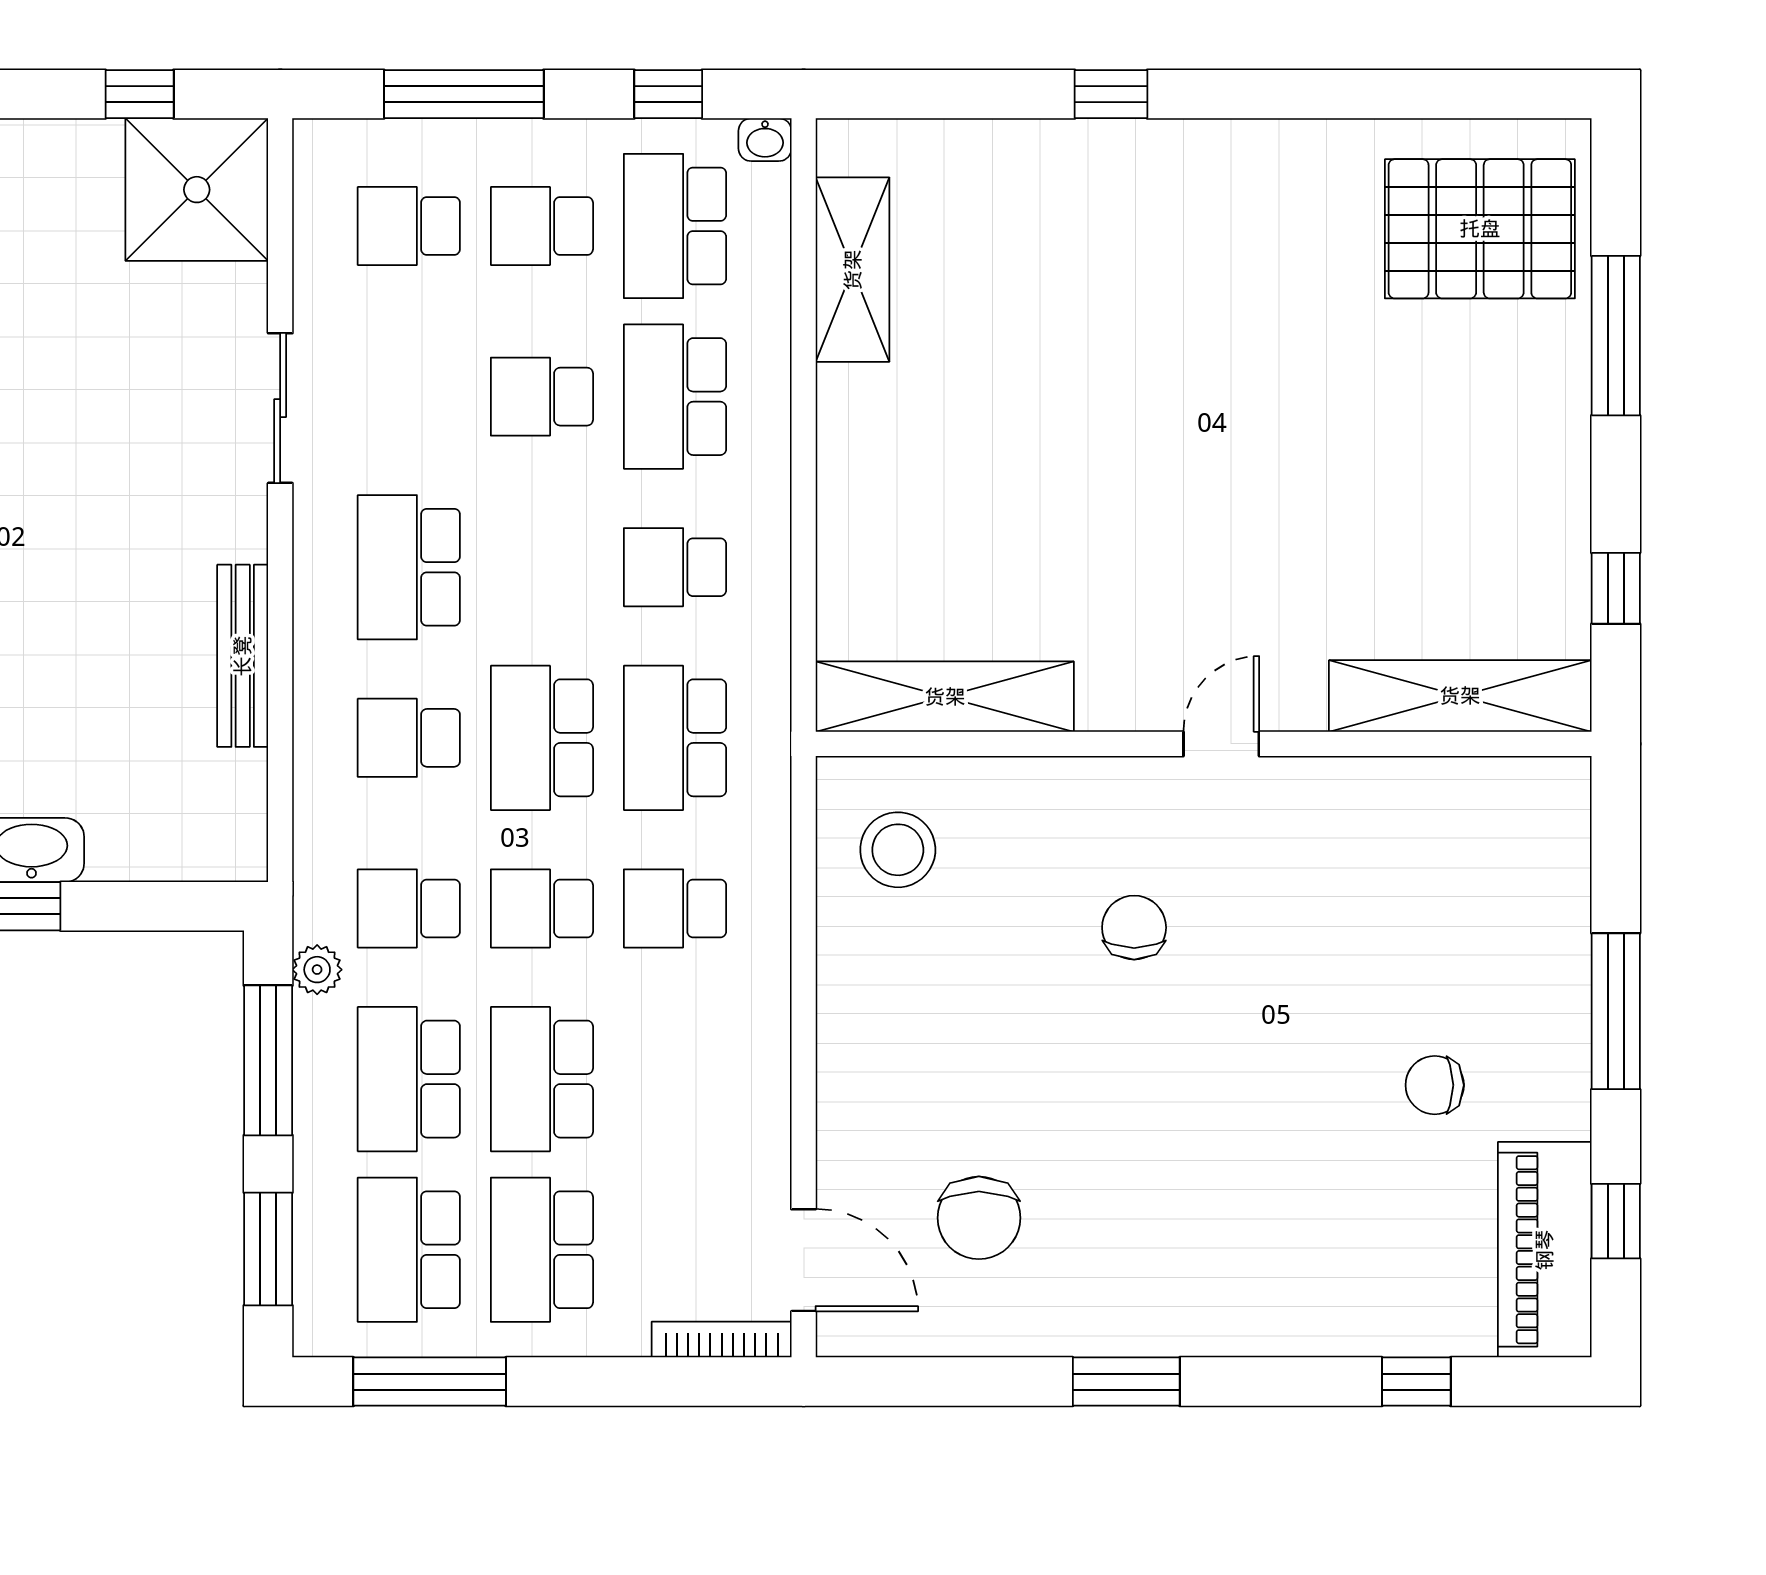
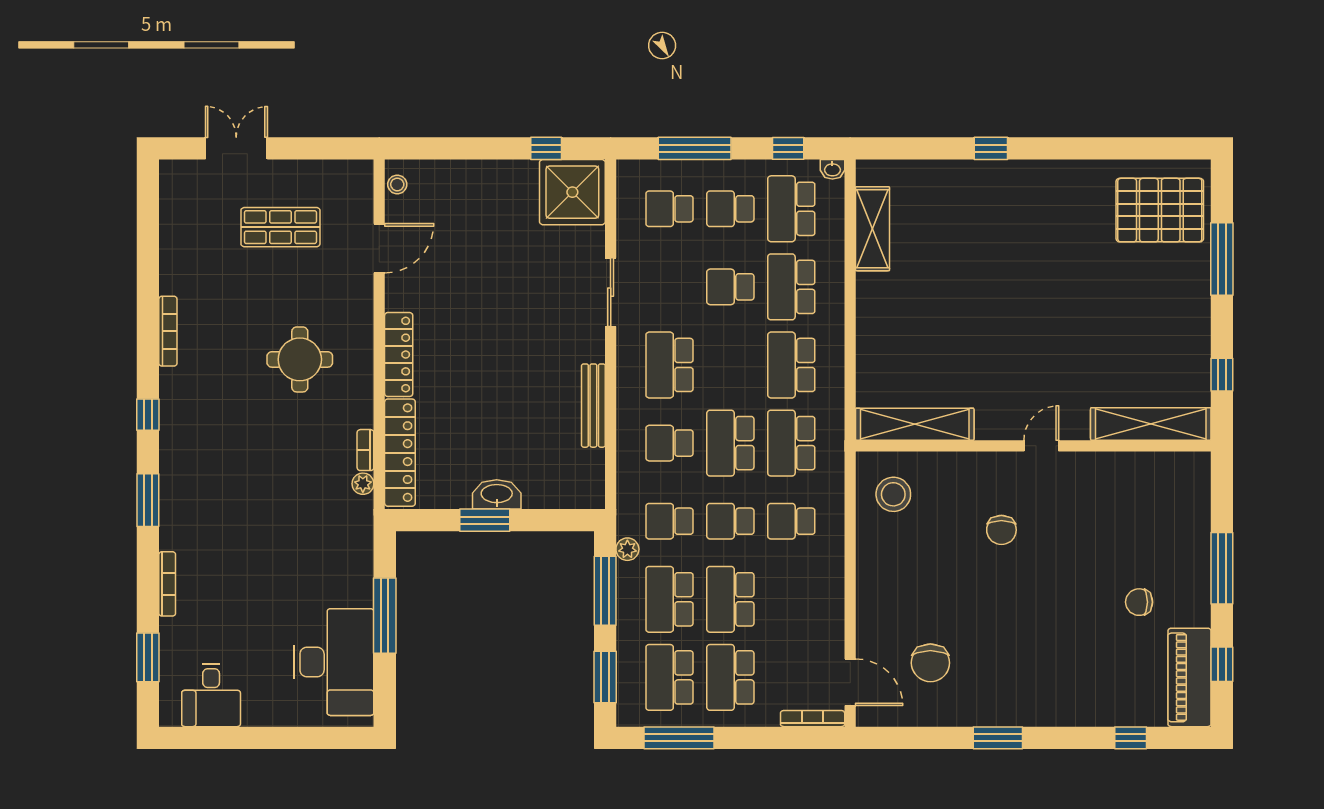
school desk: (675, 567) -> (791, 365), width x1.85
chair: (1134, 928) -> (1001, 530), turned 180

